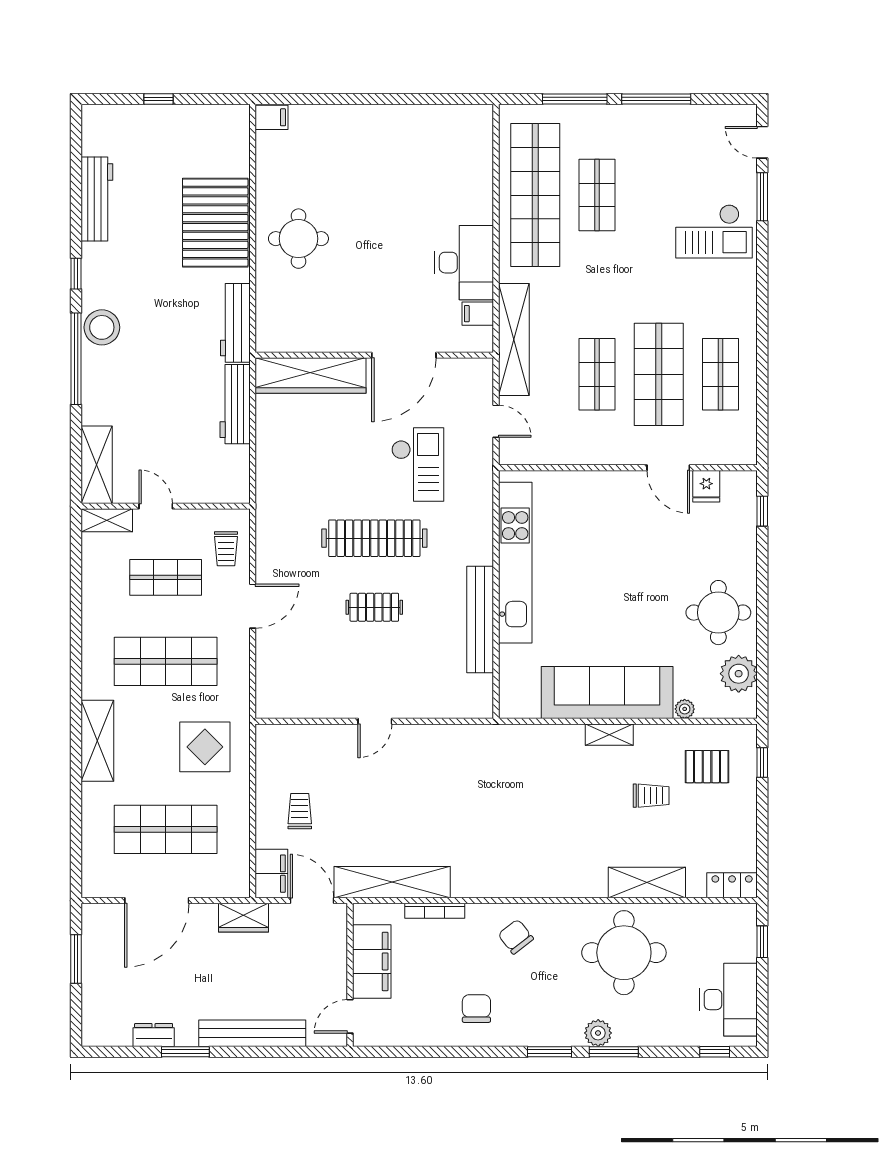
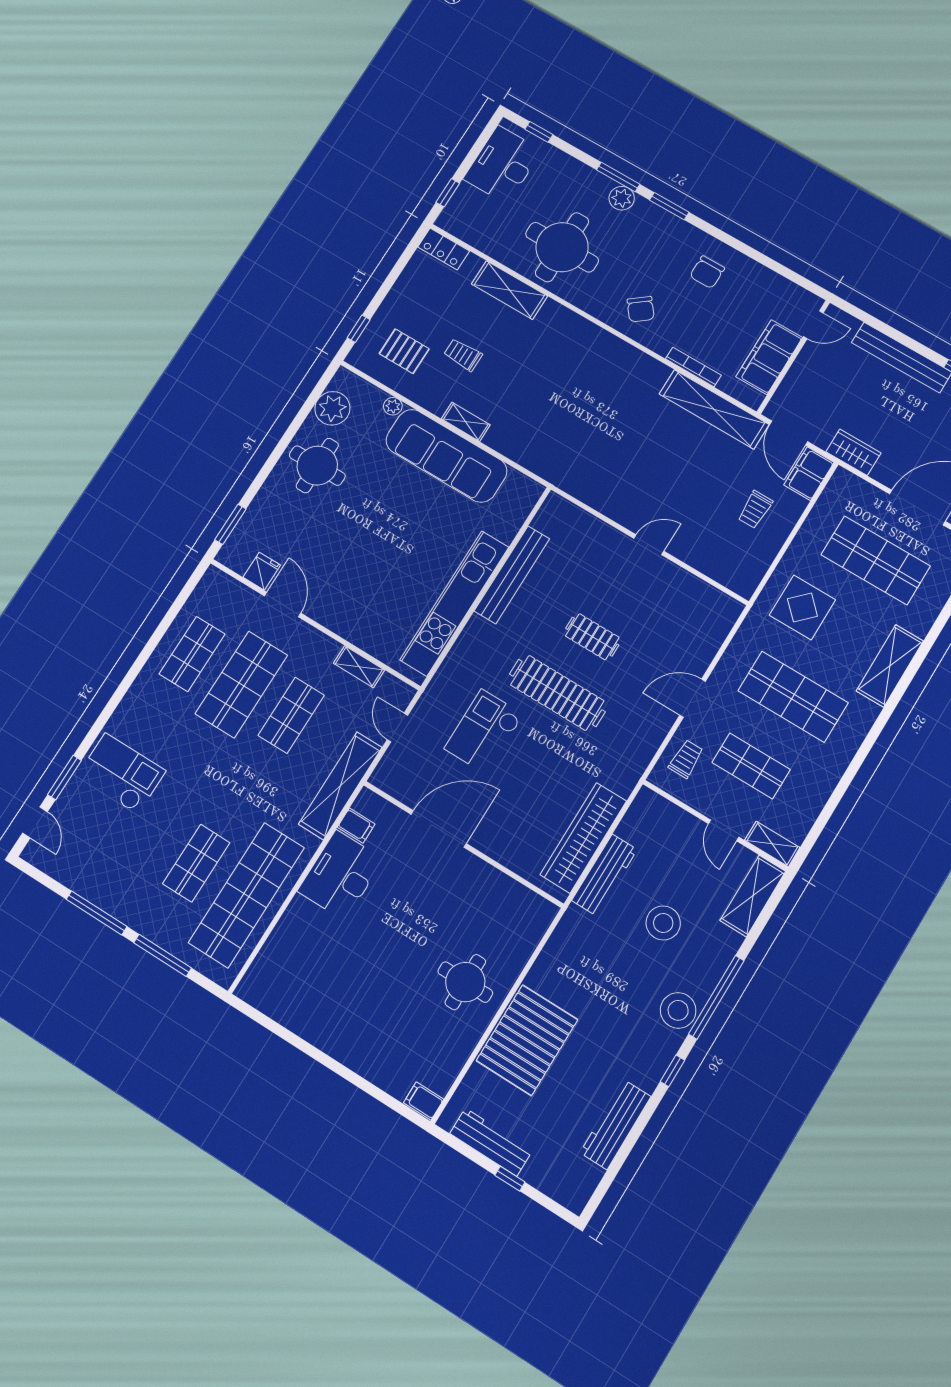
workbench: (235, 323) -> (491, 1142), moved, turned -90
wardrobe: (311, 376) -> (583, 838), moved, turned -90
stool: (160, 394) -> (663, 923), added
shelving: (564, 454) -> (359, 667), added
window: (762, 511) -> (230, 524), width x1.50

